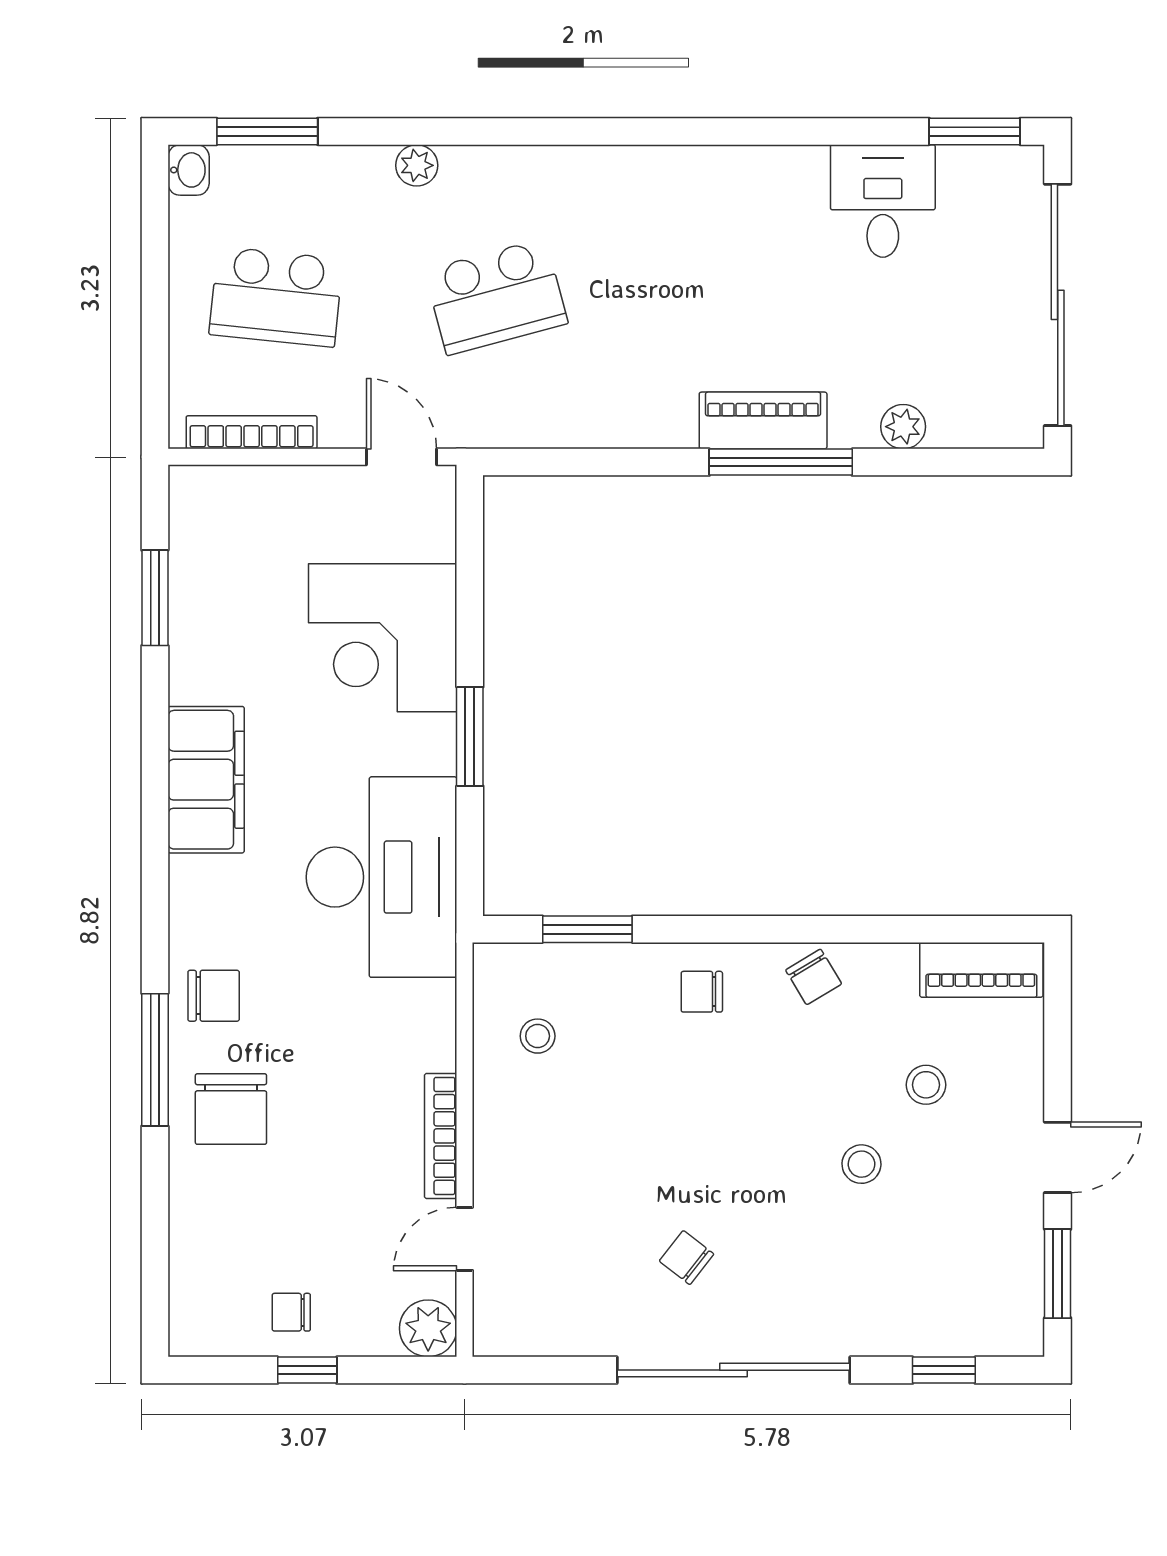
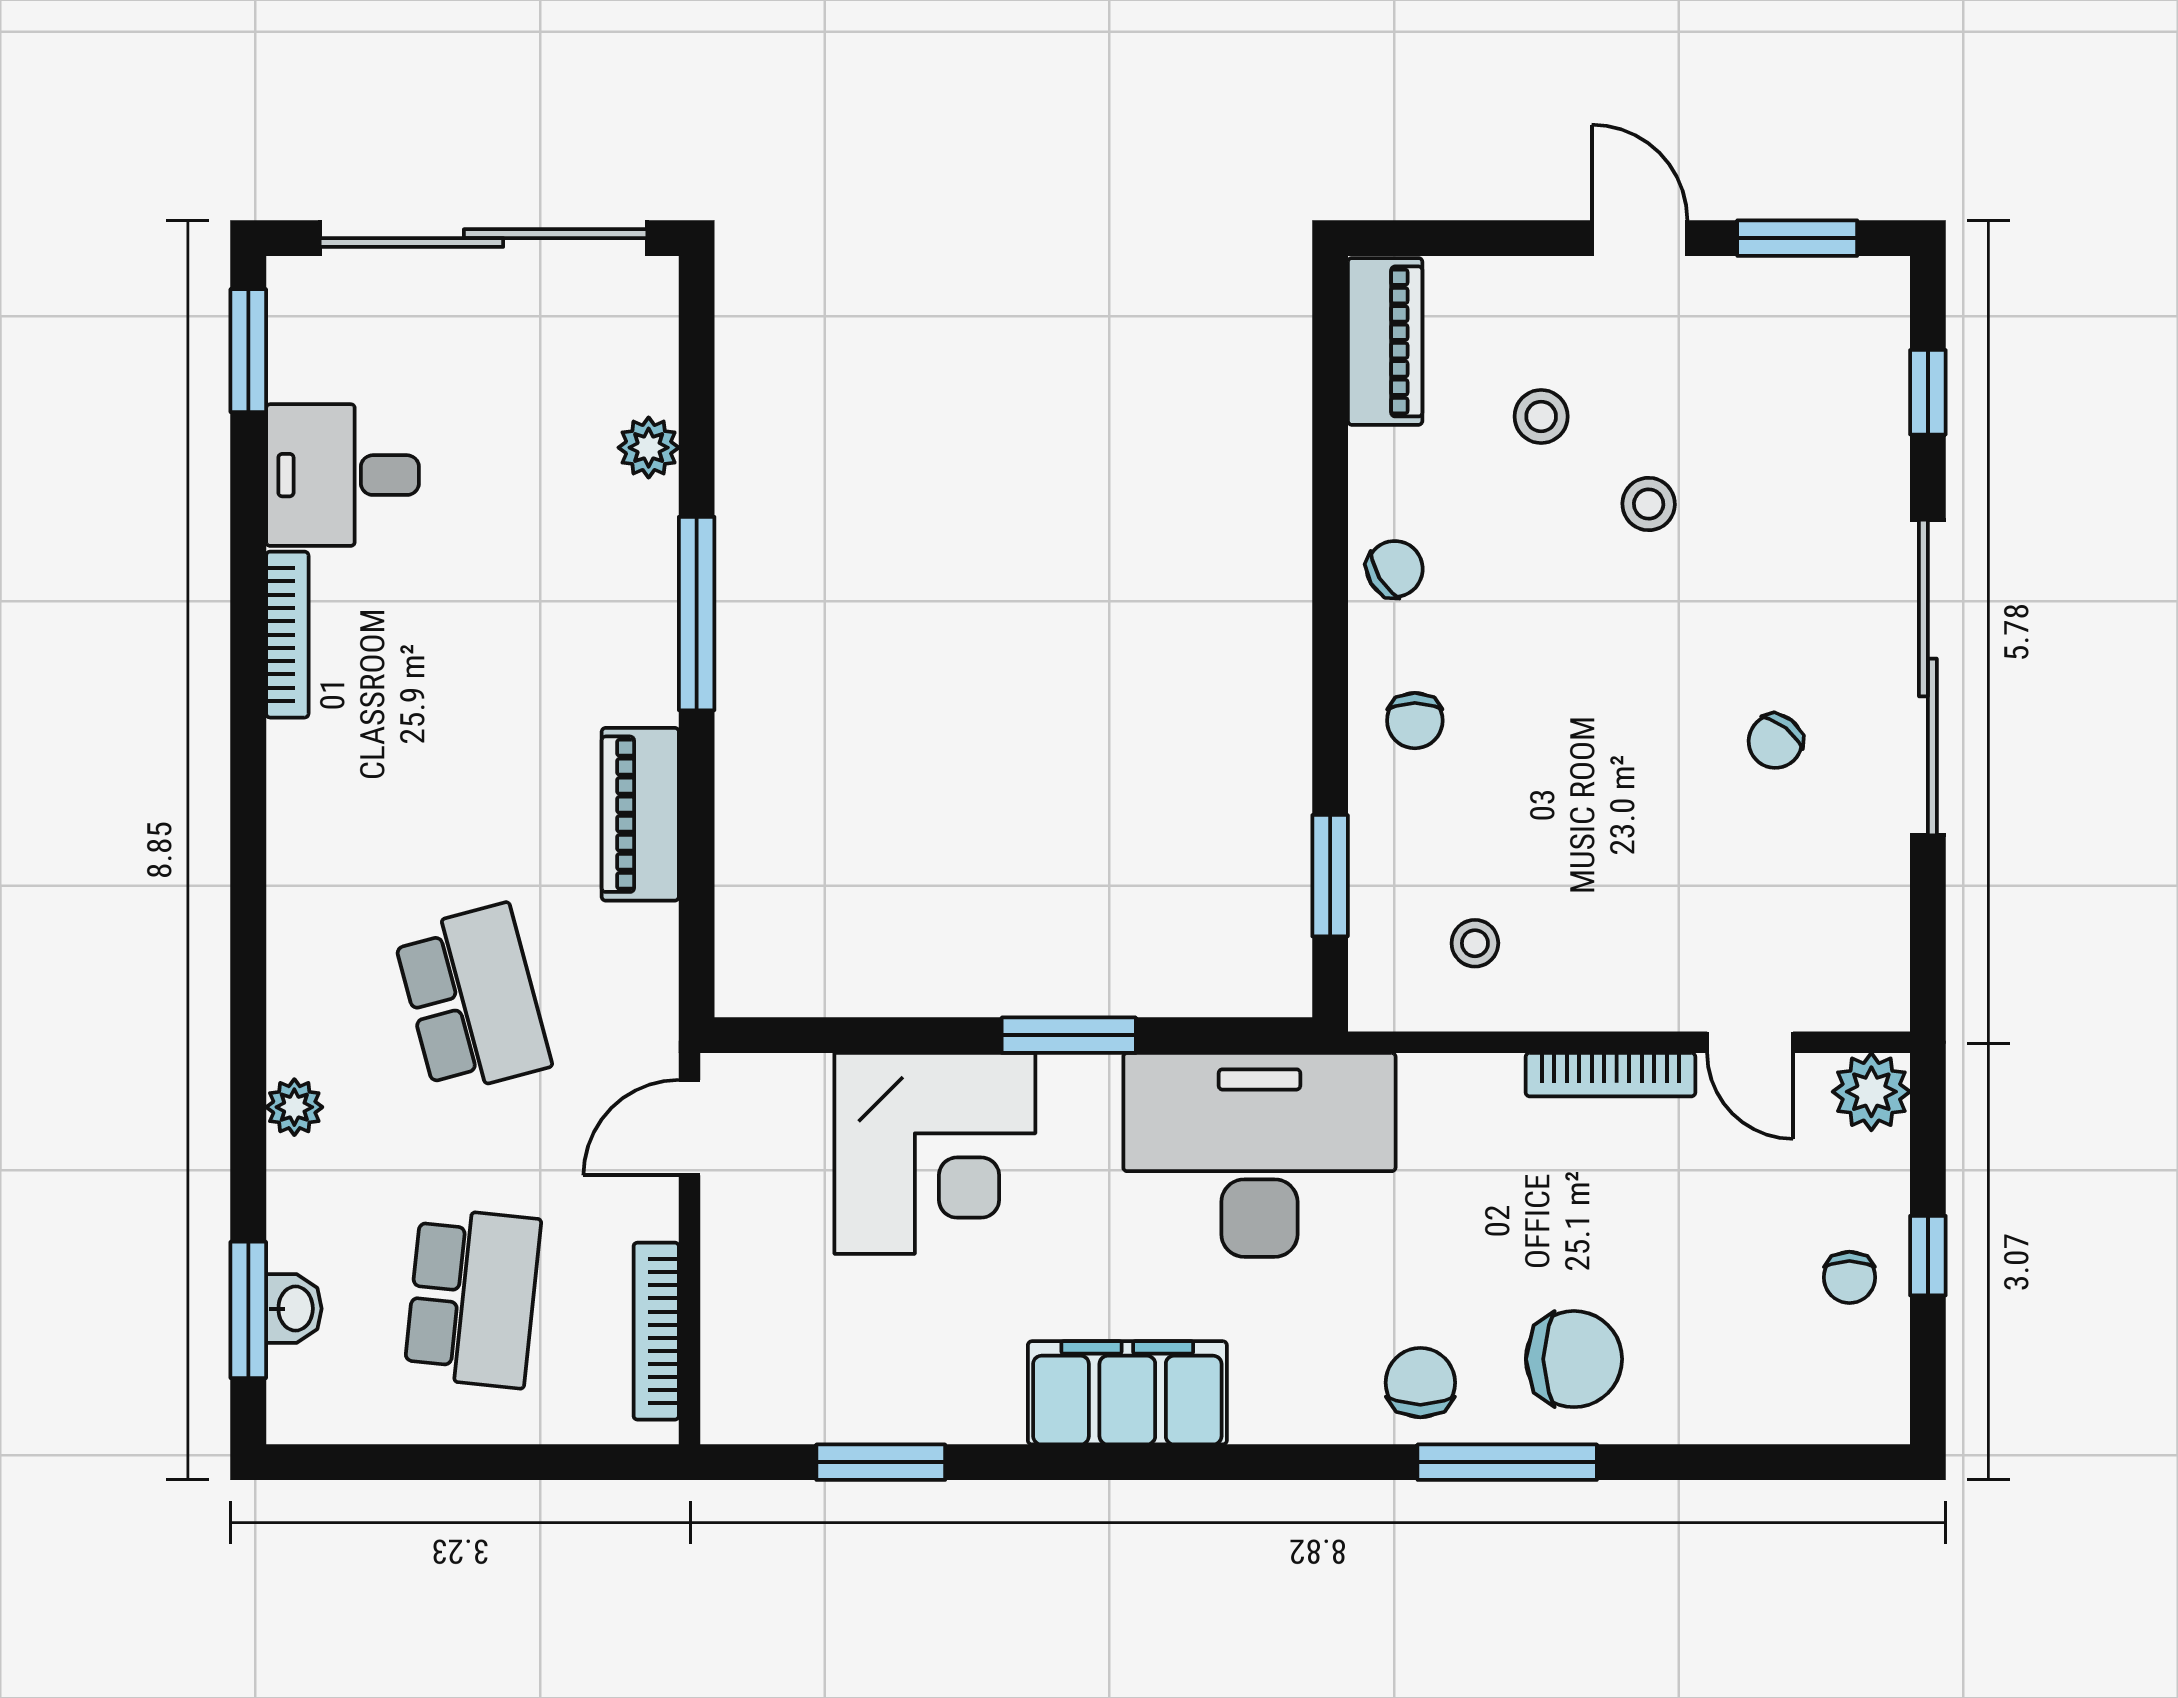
bookcase: (765, 160) -> (287, 635), added
washbasin: (189, 170) -> (294, 1309), moved, turned 90
piano: (763, 420) -> (640, 814), moved

